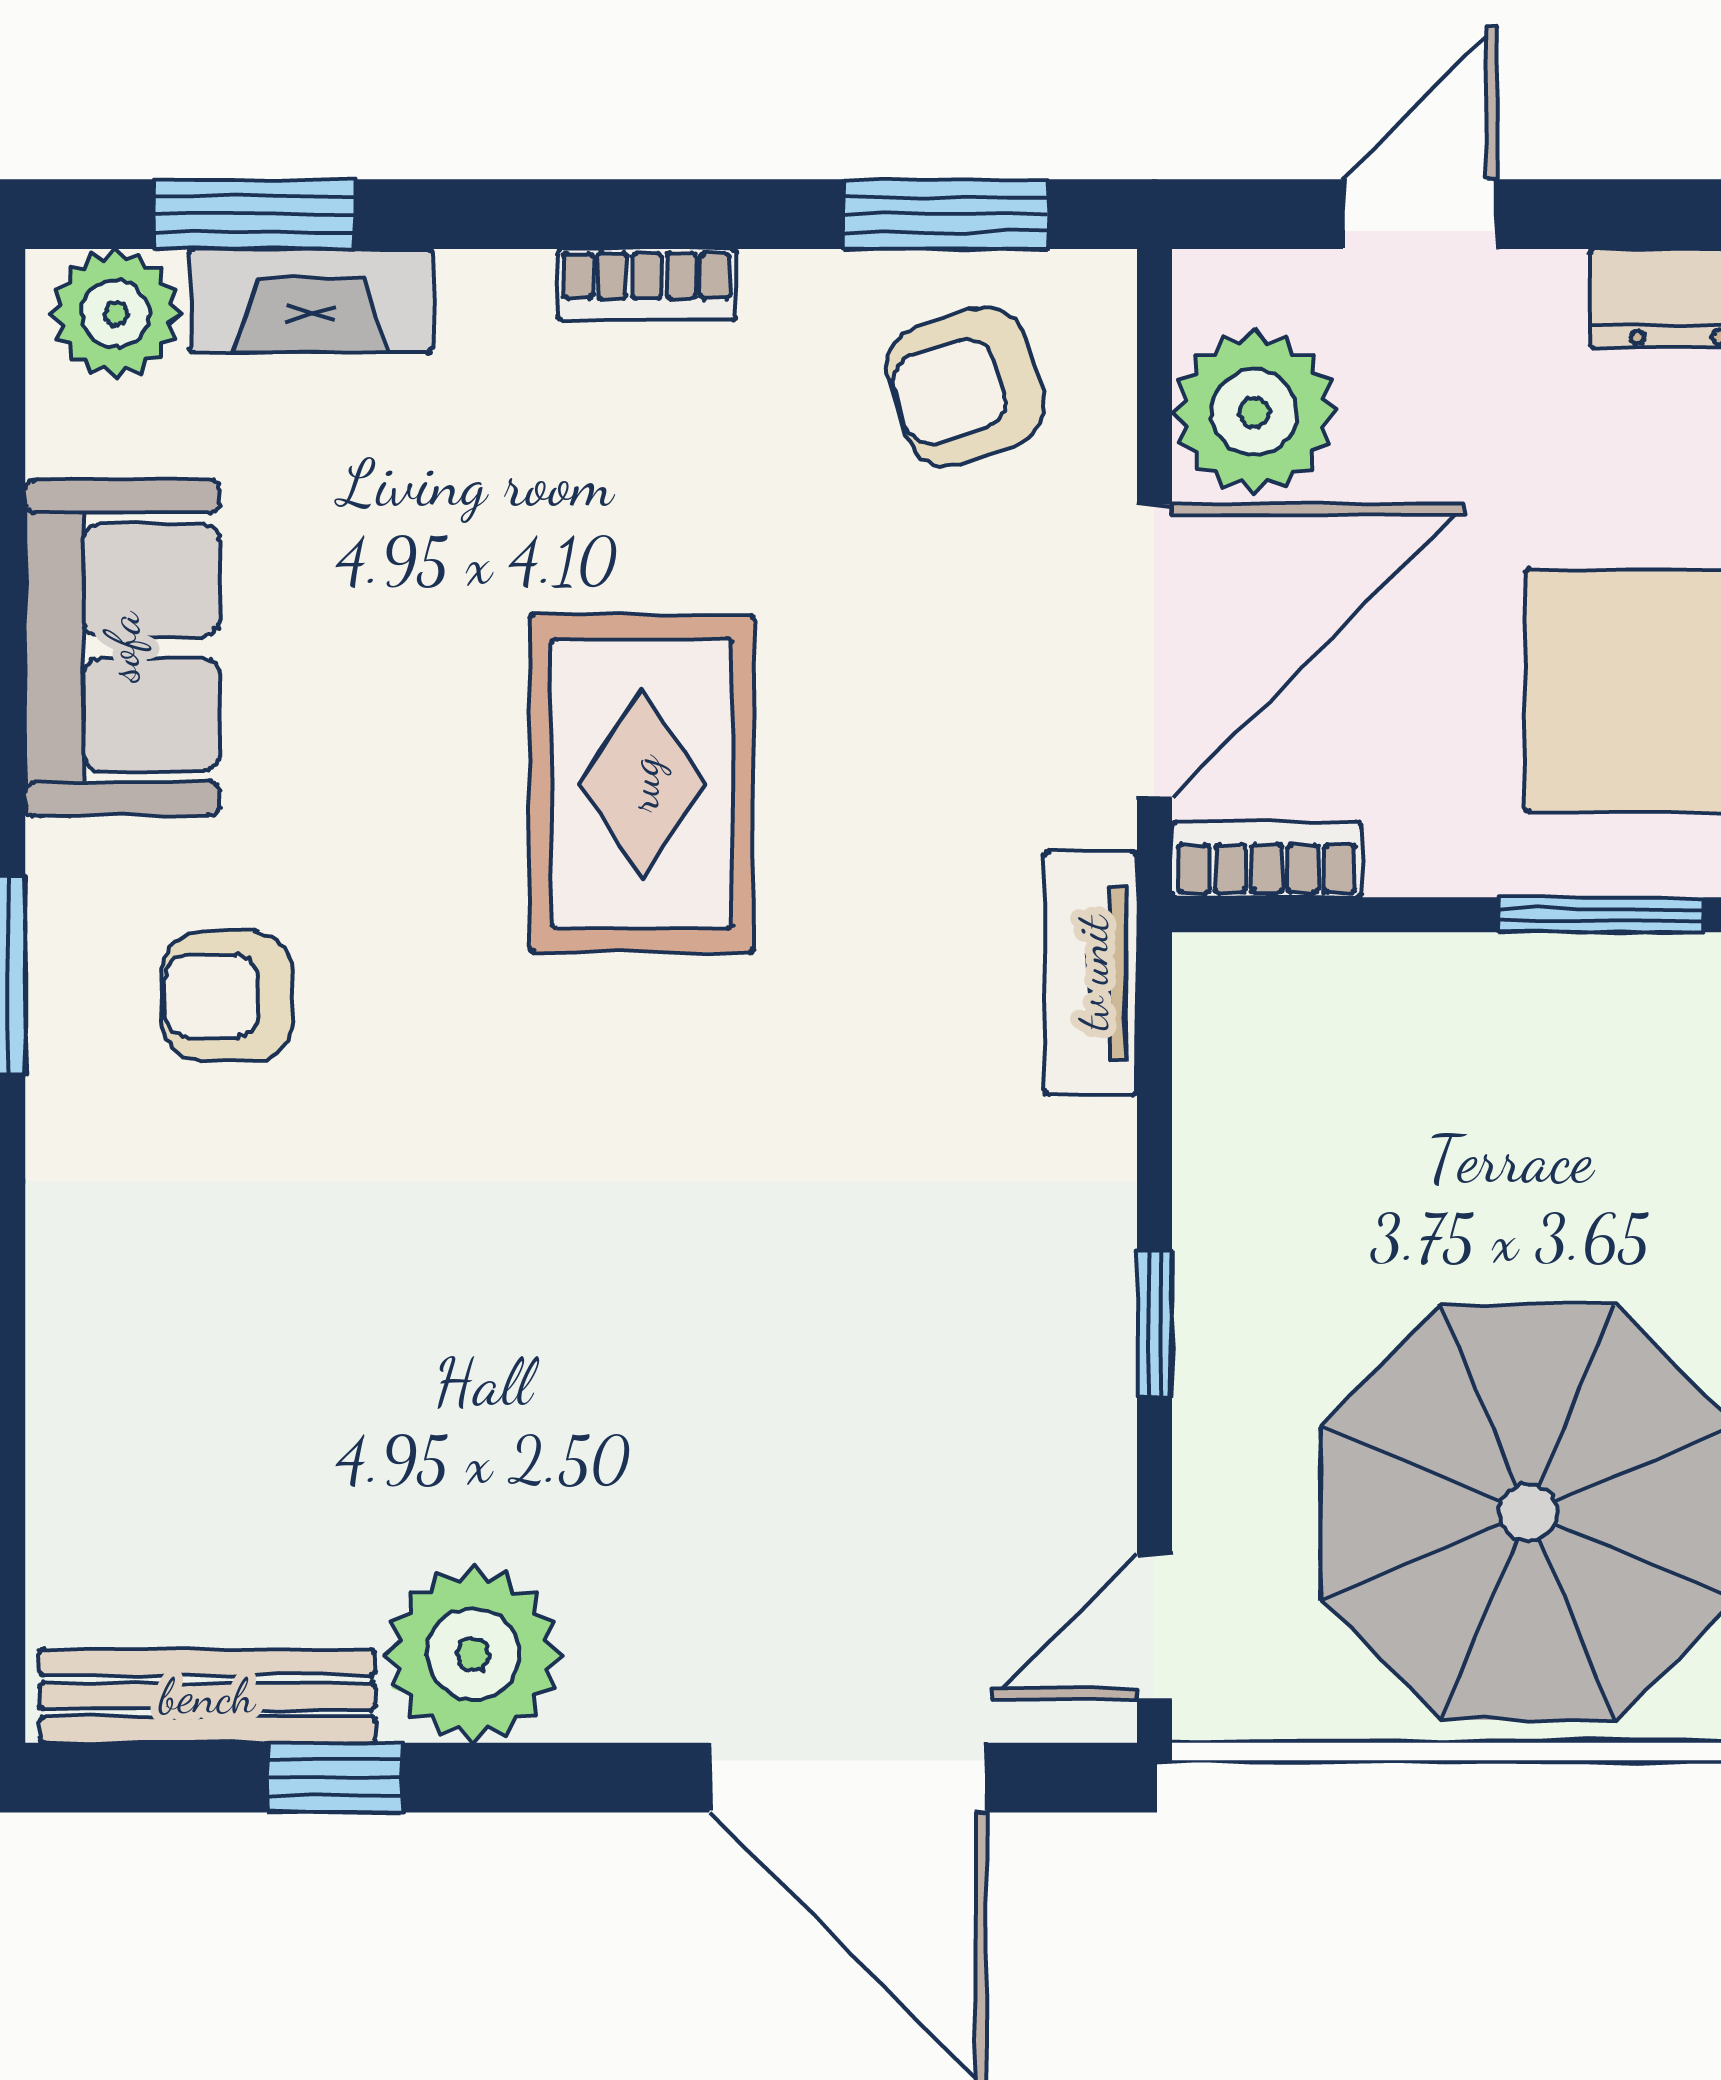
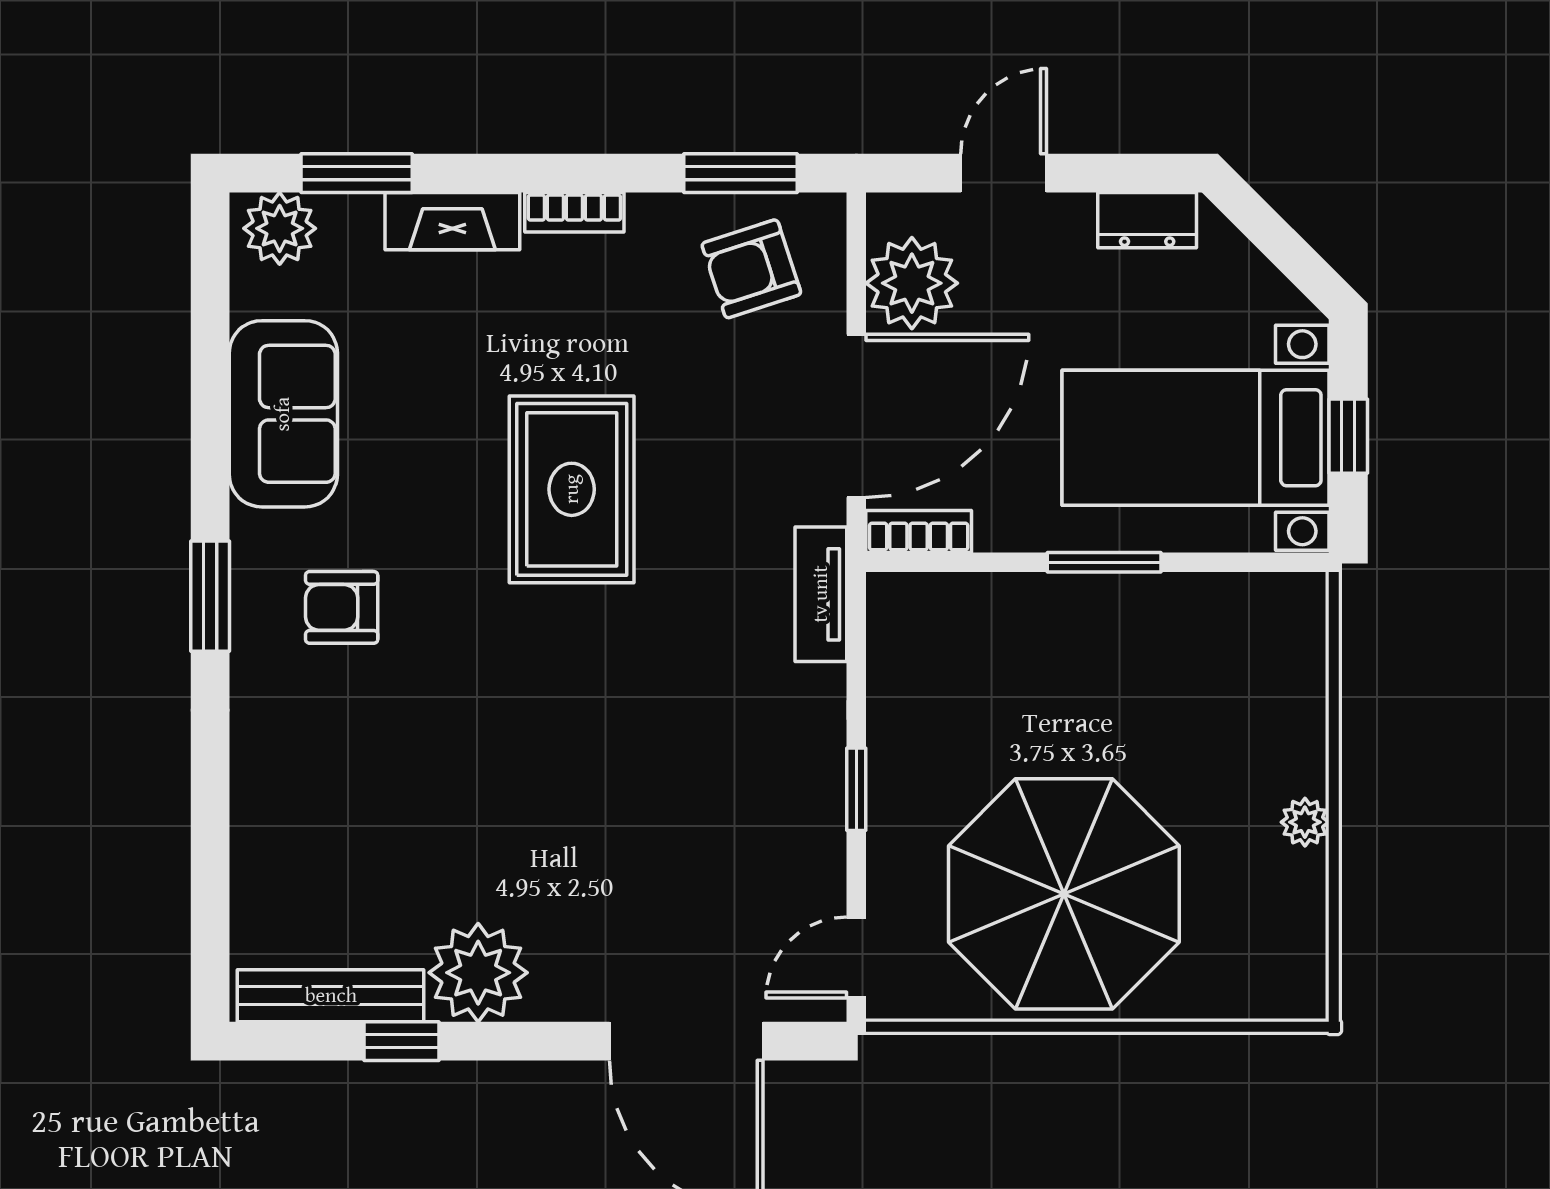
fireplace: (311, 301) -> (452, 221), moved

